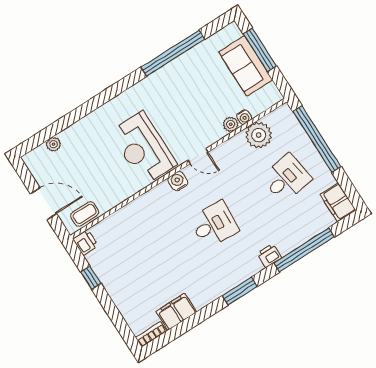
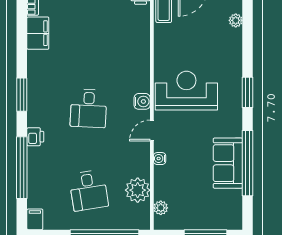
sofa: (246, 66) -> (228, 163), moved, turned -90
window: (110, 93) -> (248, 92), added
water cooler: (244, 117) -> (160, 159), moved
plant: (231, 124) -> (161, 208), moved
filing cabinet: (338, 202) -> (35, 219), width x0.50

